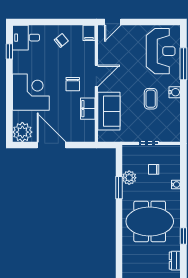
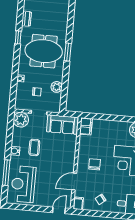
door: (96, 76) -> (74, 181), moved
filing cabinet: (88, 109) -> (86, 126), moved
sofa: (109, 111) -> (62, 125), moved, turned -90
plant: (171, 132) -> (21, 120), added
door: (51, 145) -> (115, 118), removed
window: (119, 188) -> (68, 52), moved

